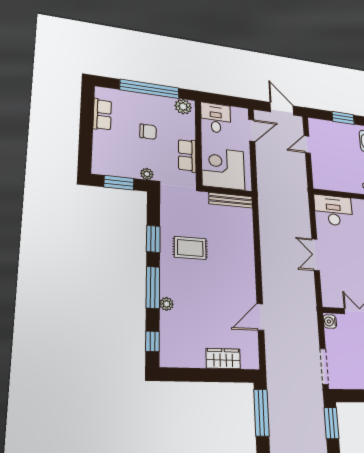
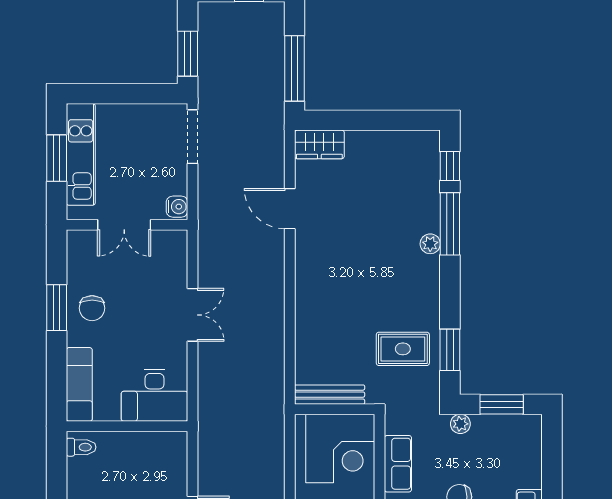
window: (153, 239) -> (450, 350), moved
rug: (190, 248) -> (403, 349), moved
window: (153, 287) -> (450, 224), moved
plant: (167, 304) -> (430, 244), moved
door: (260, 317) -> (290, 209), swing flipped
wardrobe: (223, 359) -> (319, 144), moved

